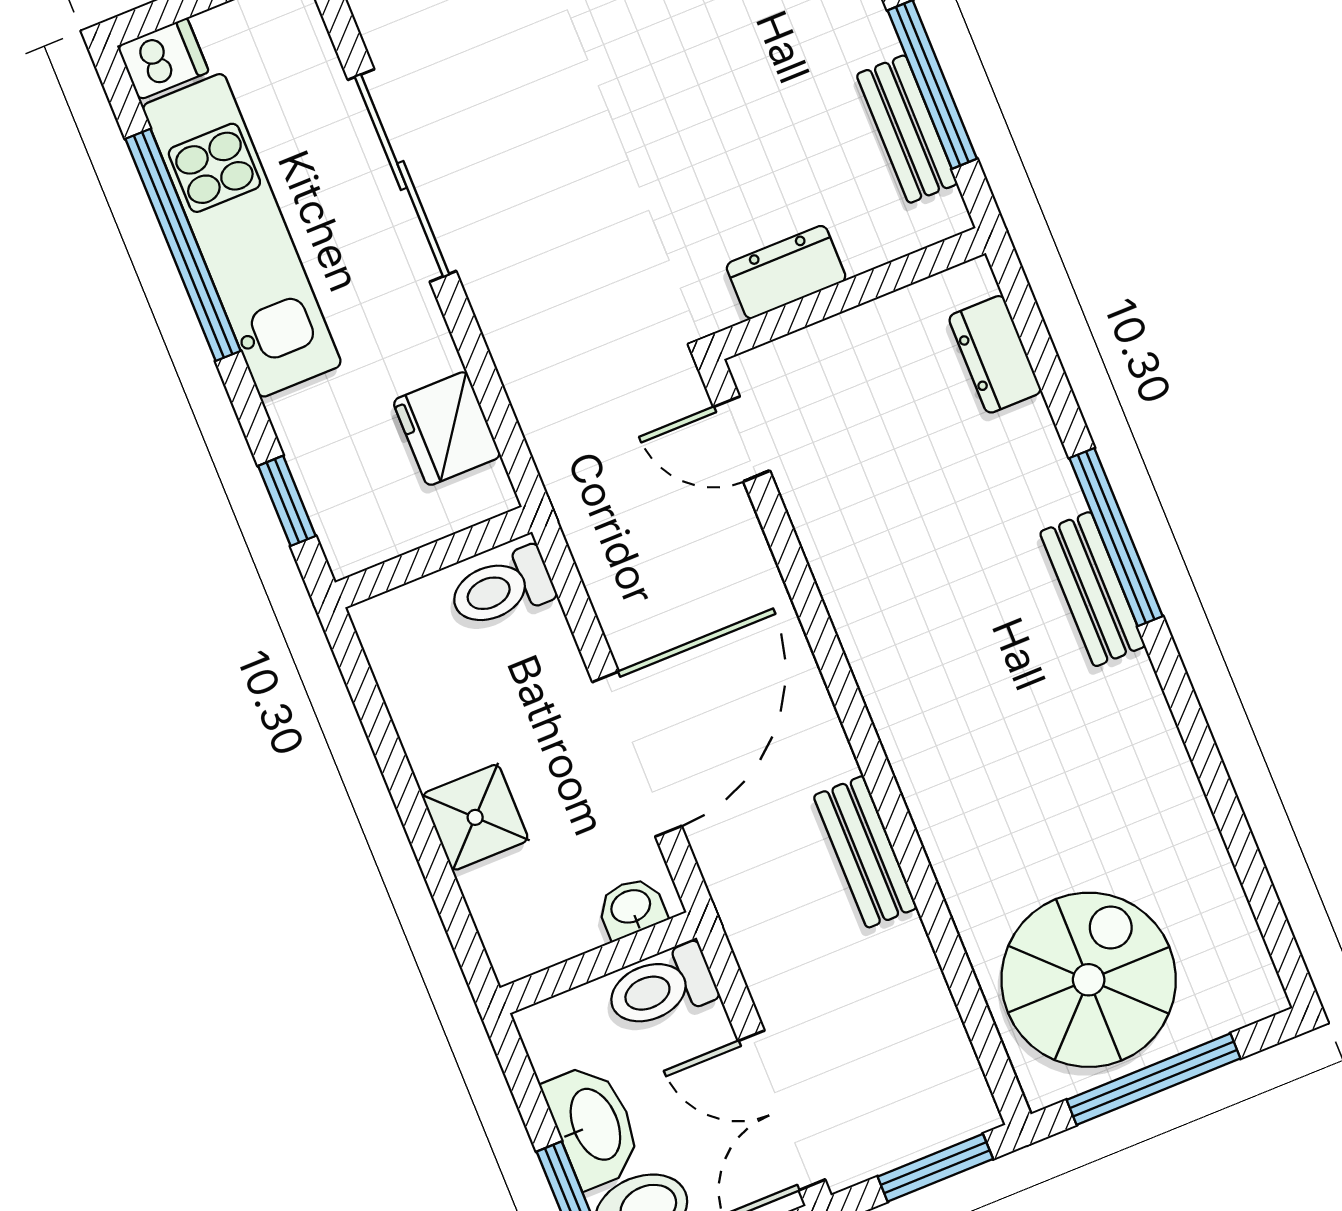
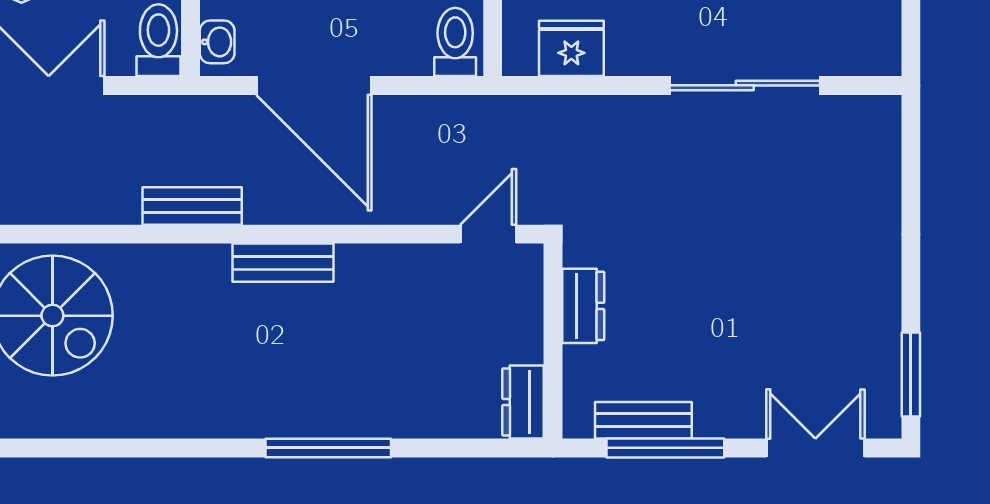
dresser: (995, 354) -> (523, 402), moved, turned -90
bench: (1092, 589) -> (283, 263), moved

